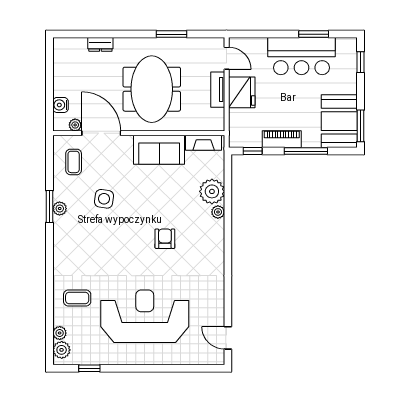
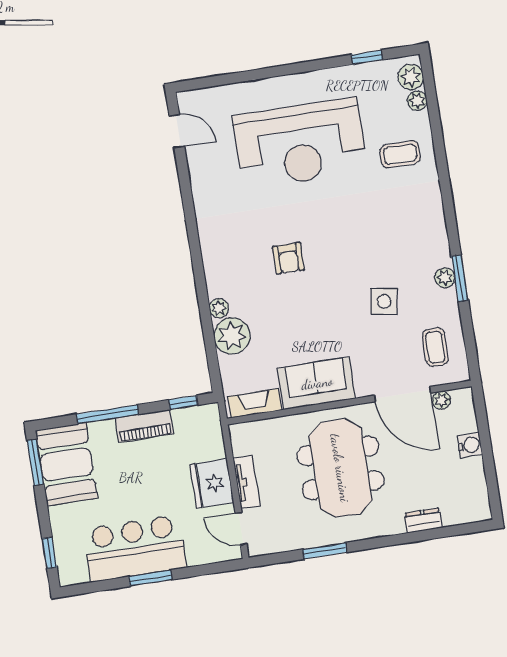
window: (314, 34) -> (150, 578), moved
water cooler: (61, 105) -> (470, 445), moved

